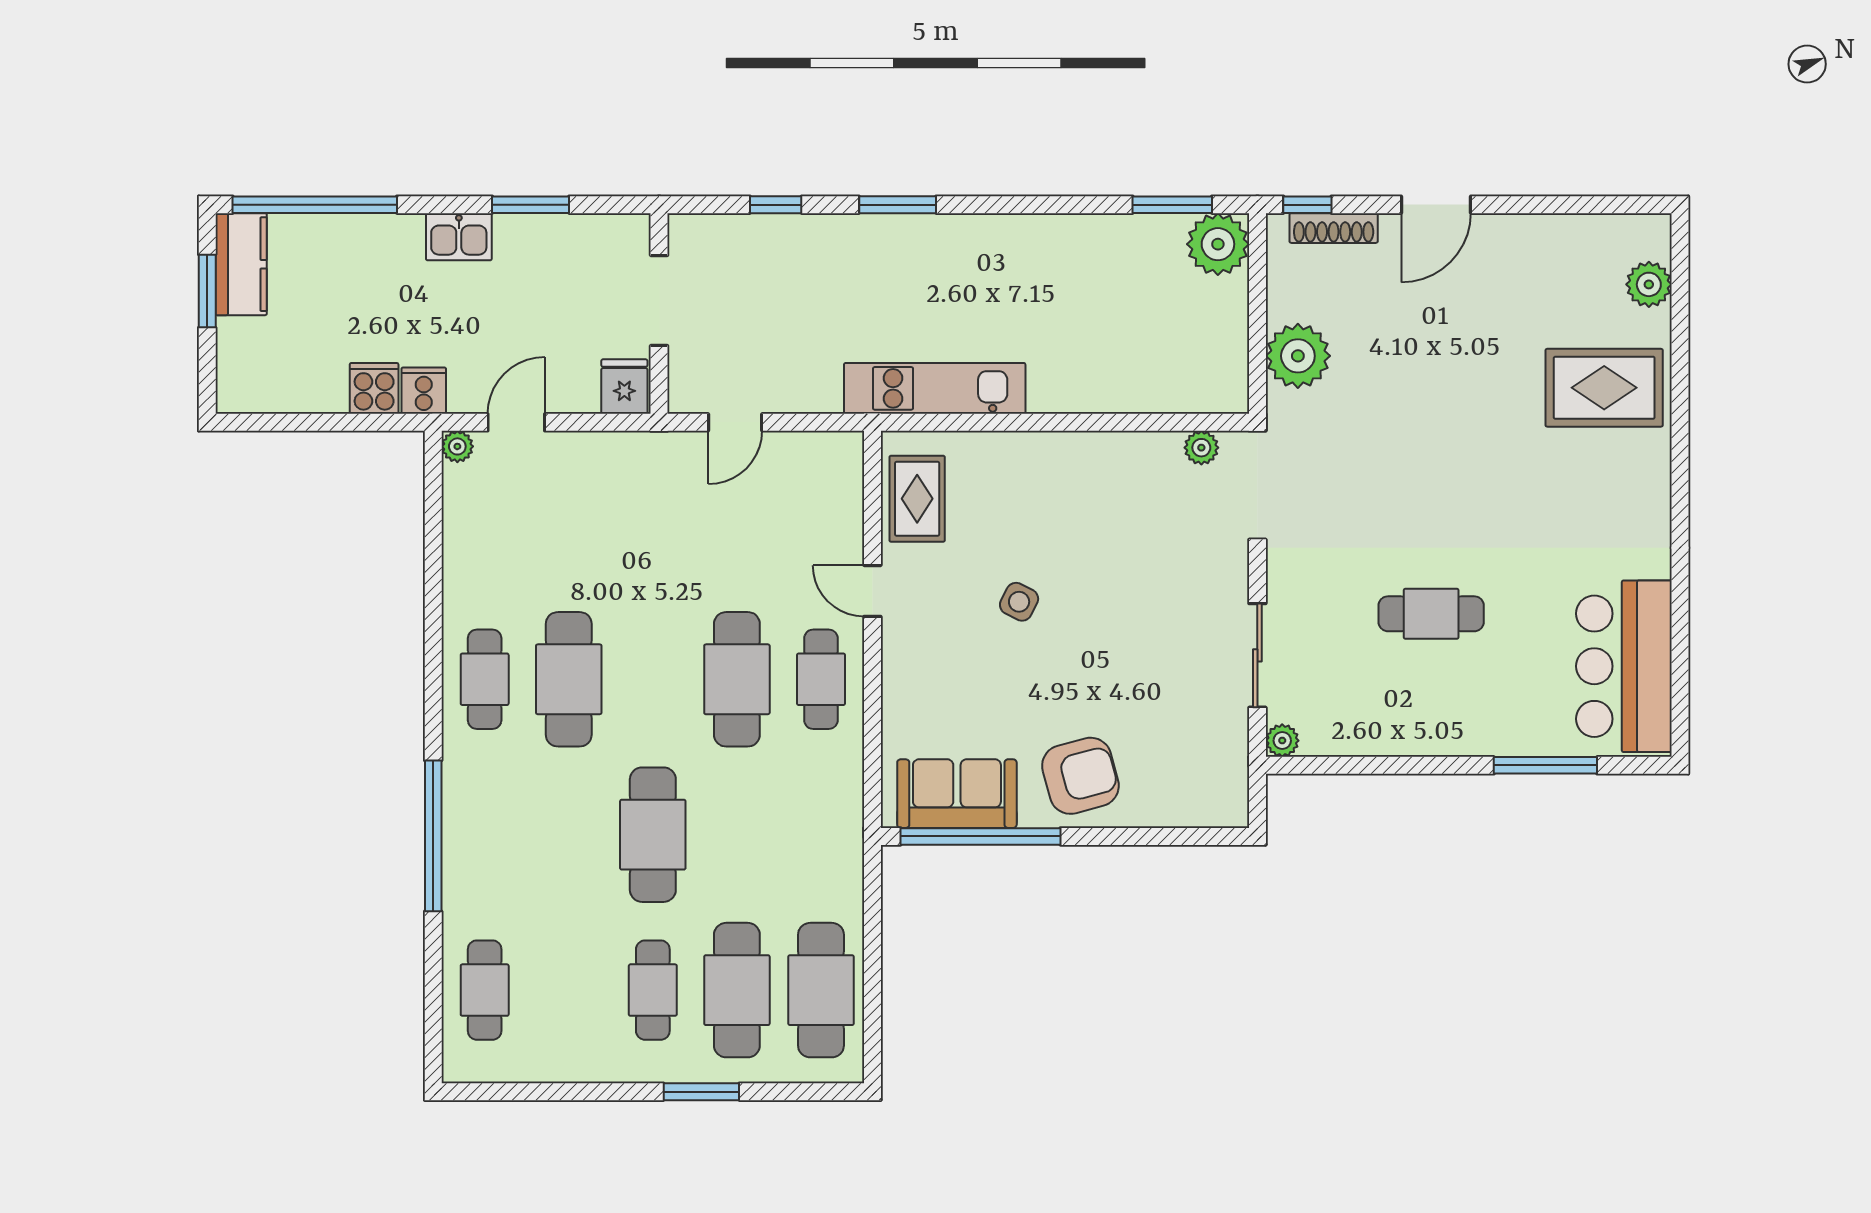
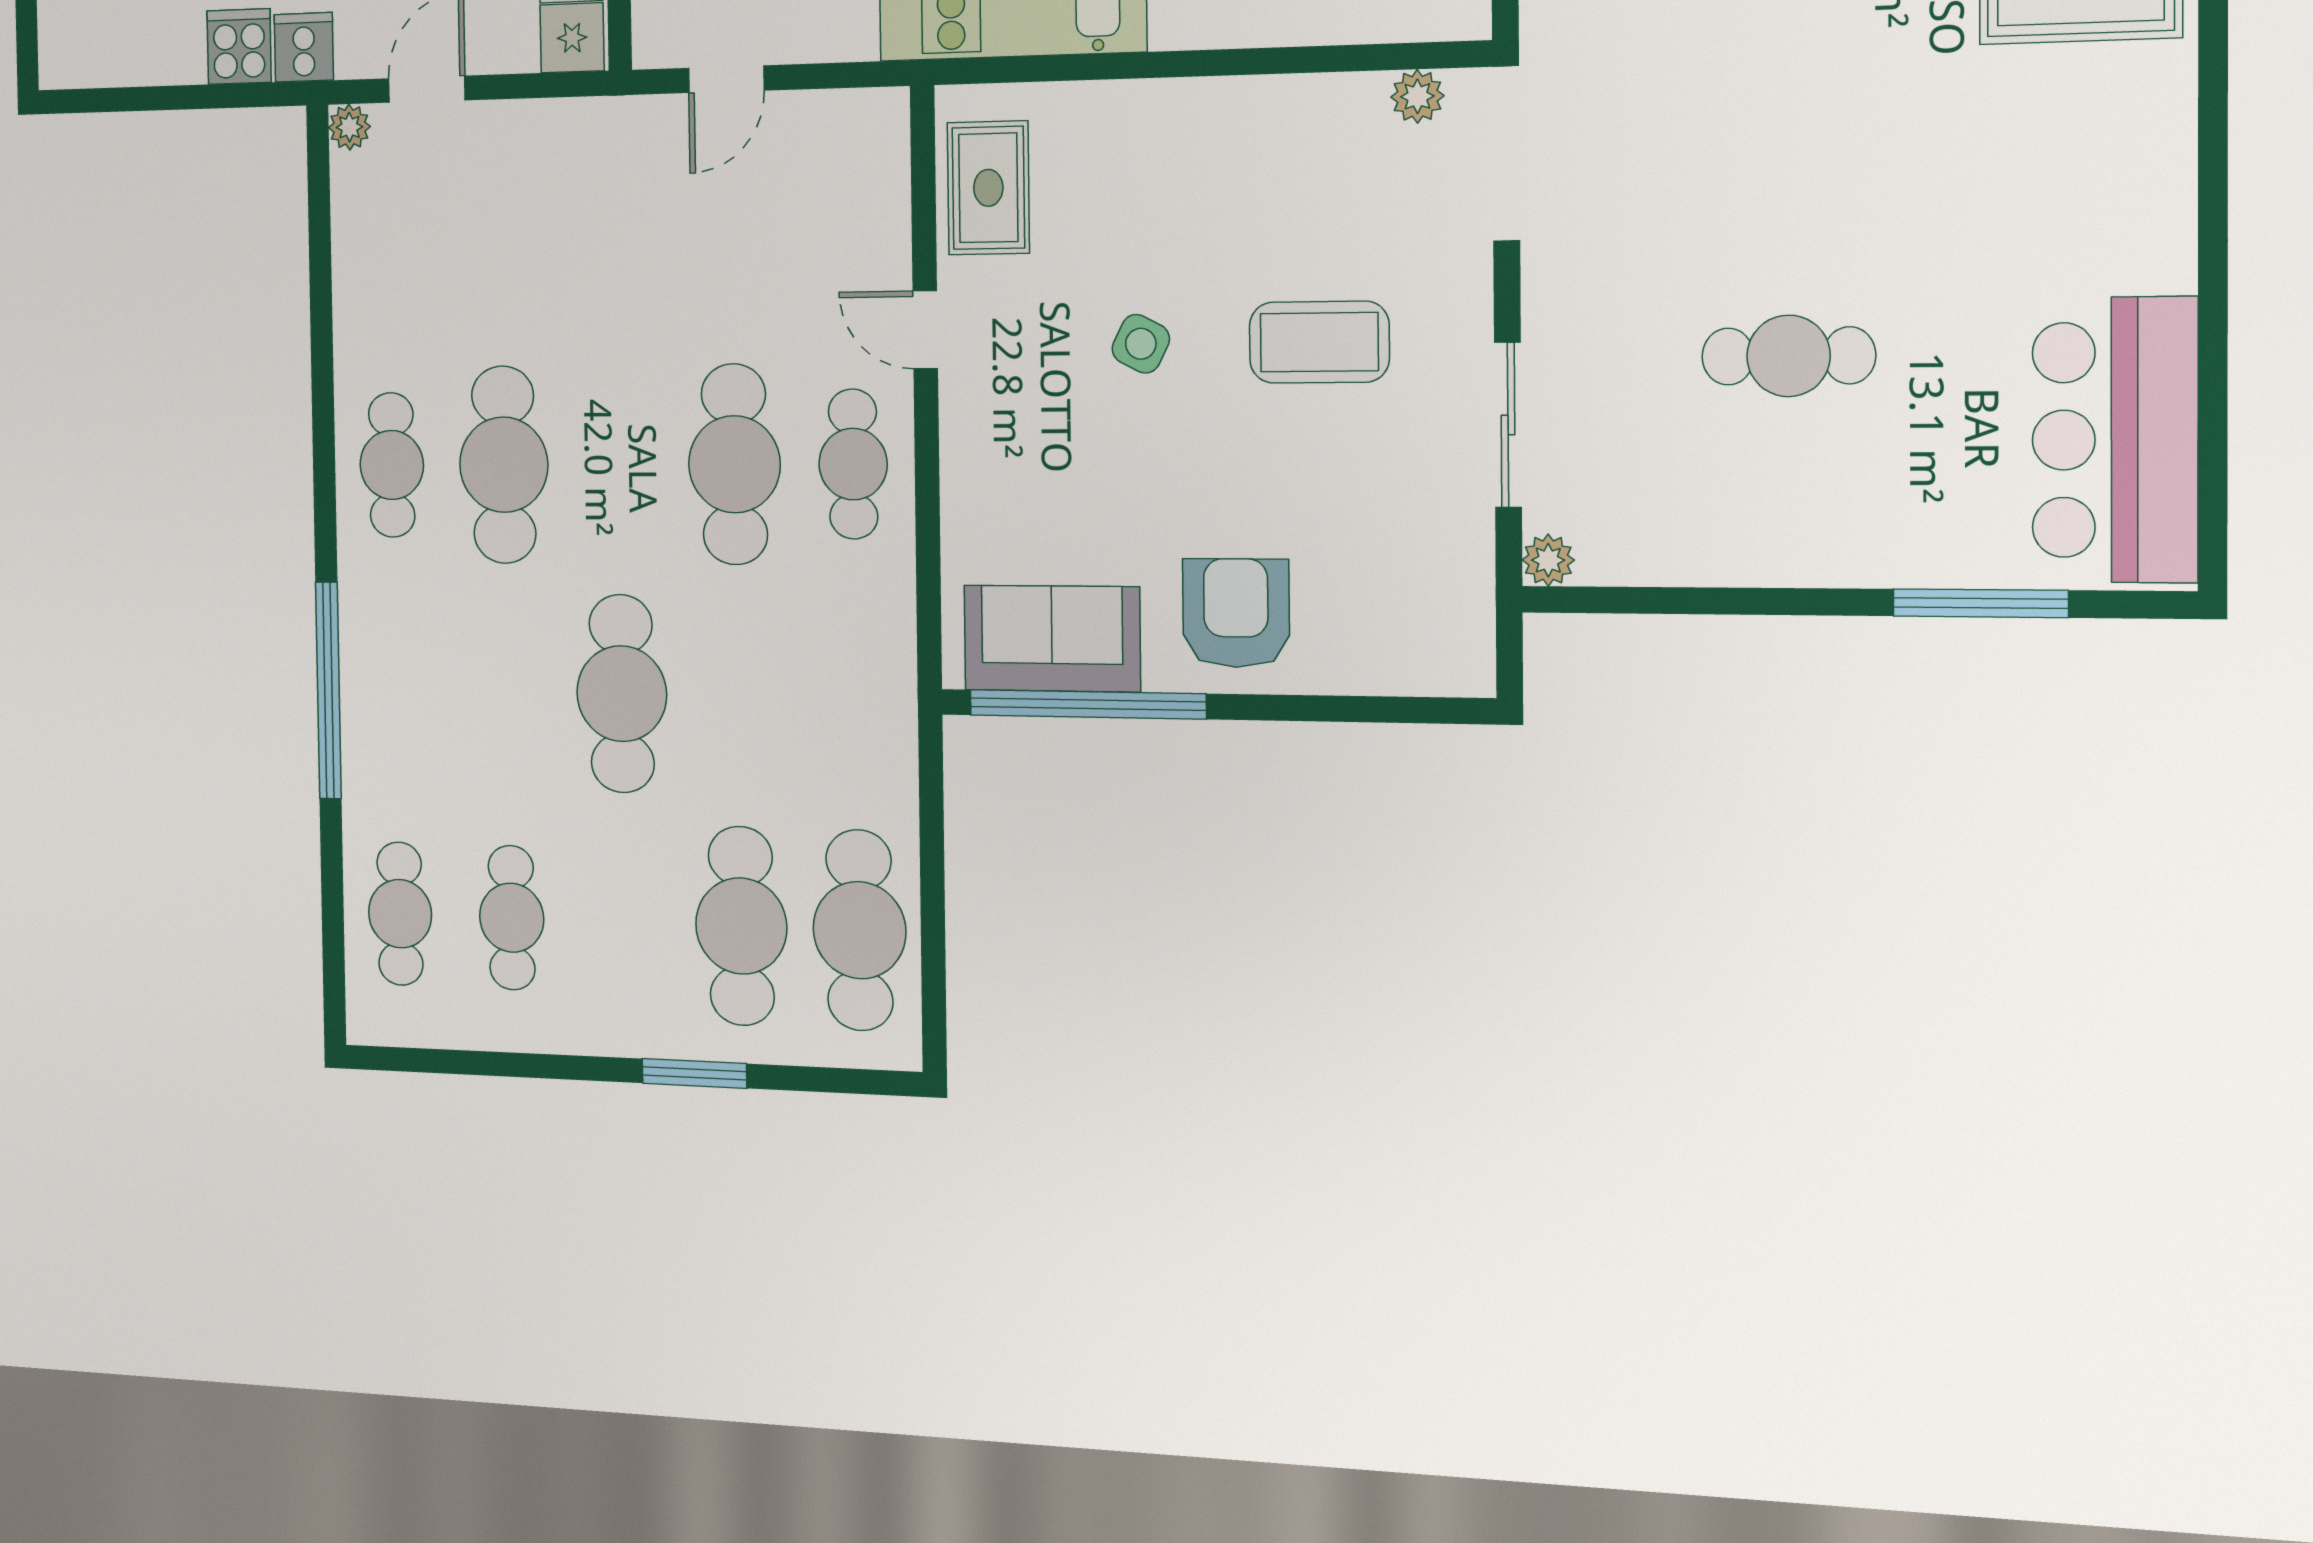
coffee table: (1137, 602) -> (1319, 342), added
armchair: (1080, 776) -> (1236, 613), turned -75
cafe table: (653, 990) -> (512, 918), moved

